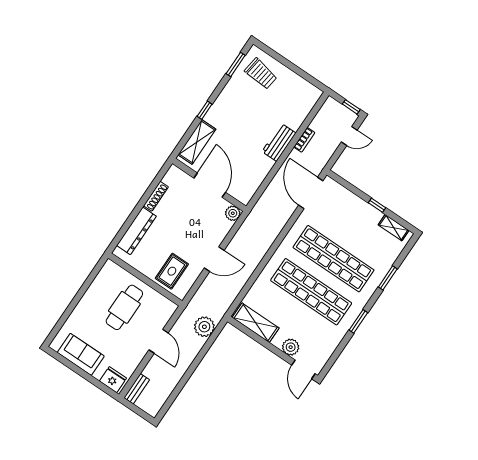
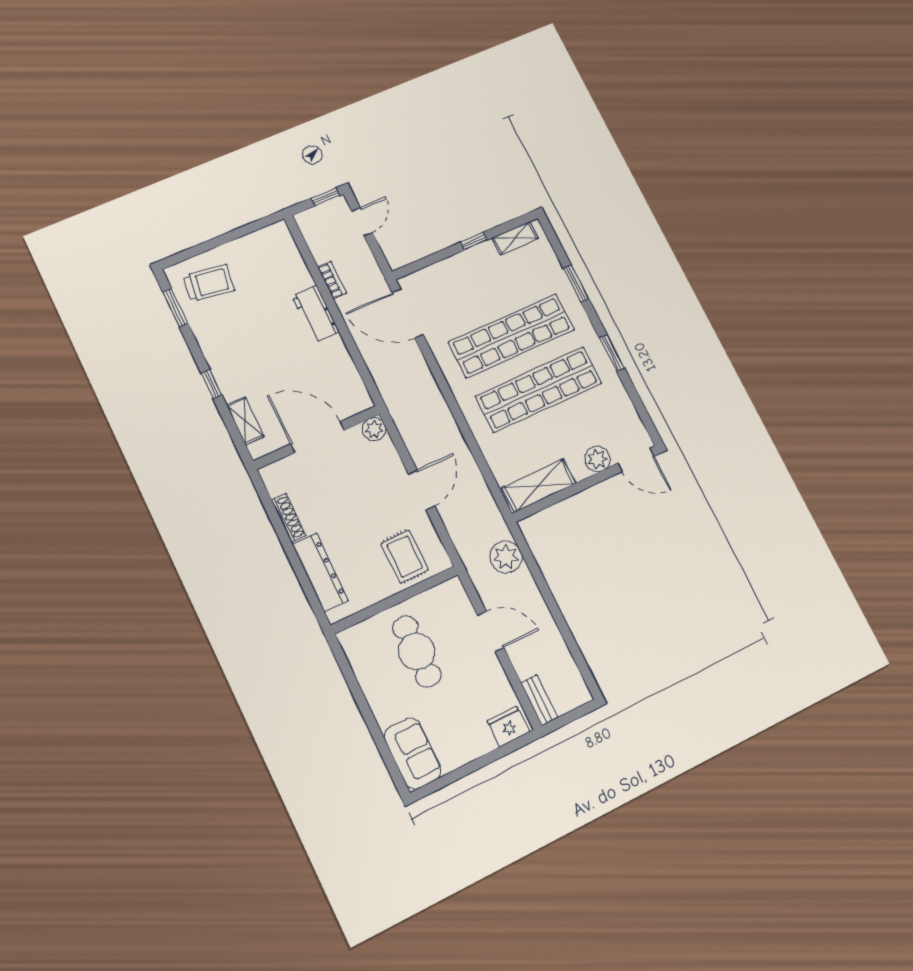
shelving: (197, 142) -> (245, 421), width x0.67, depth x0.75
sofa: (81, 354) -> (413, 753), moved, turned 90

